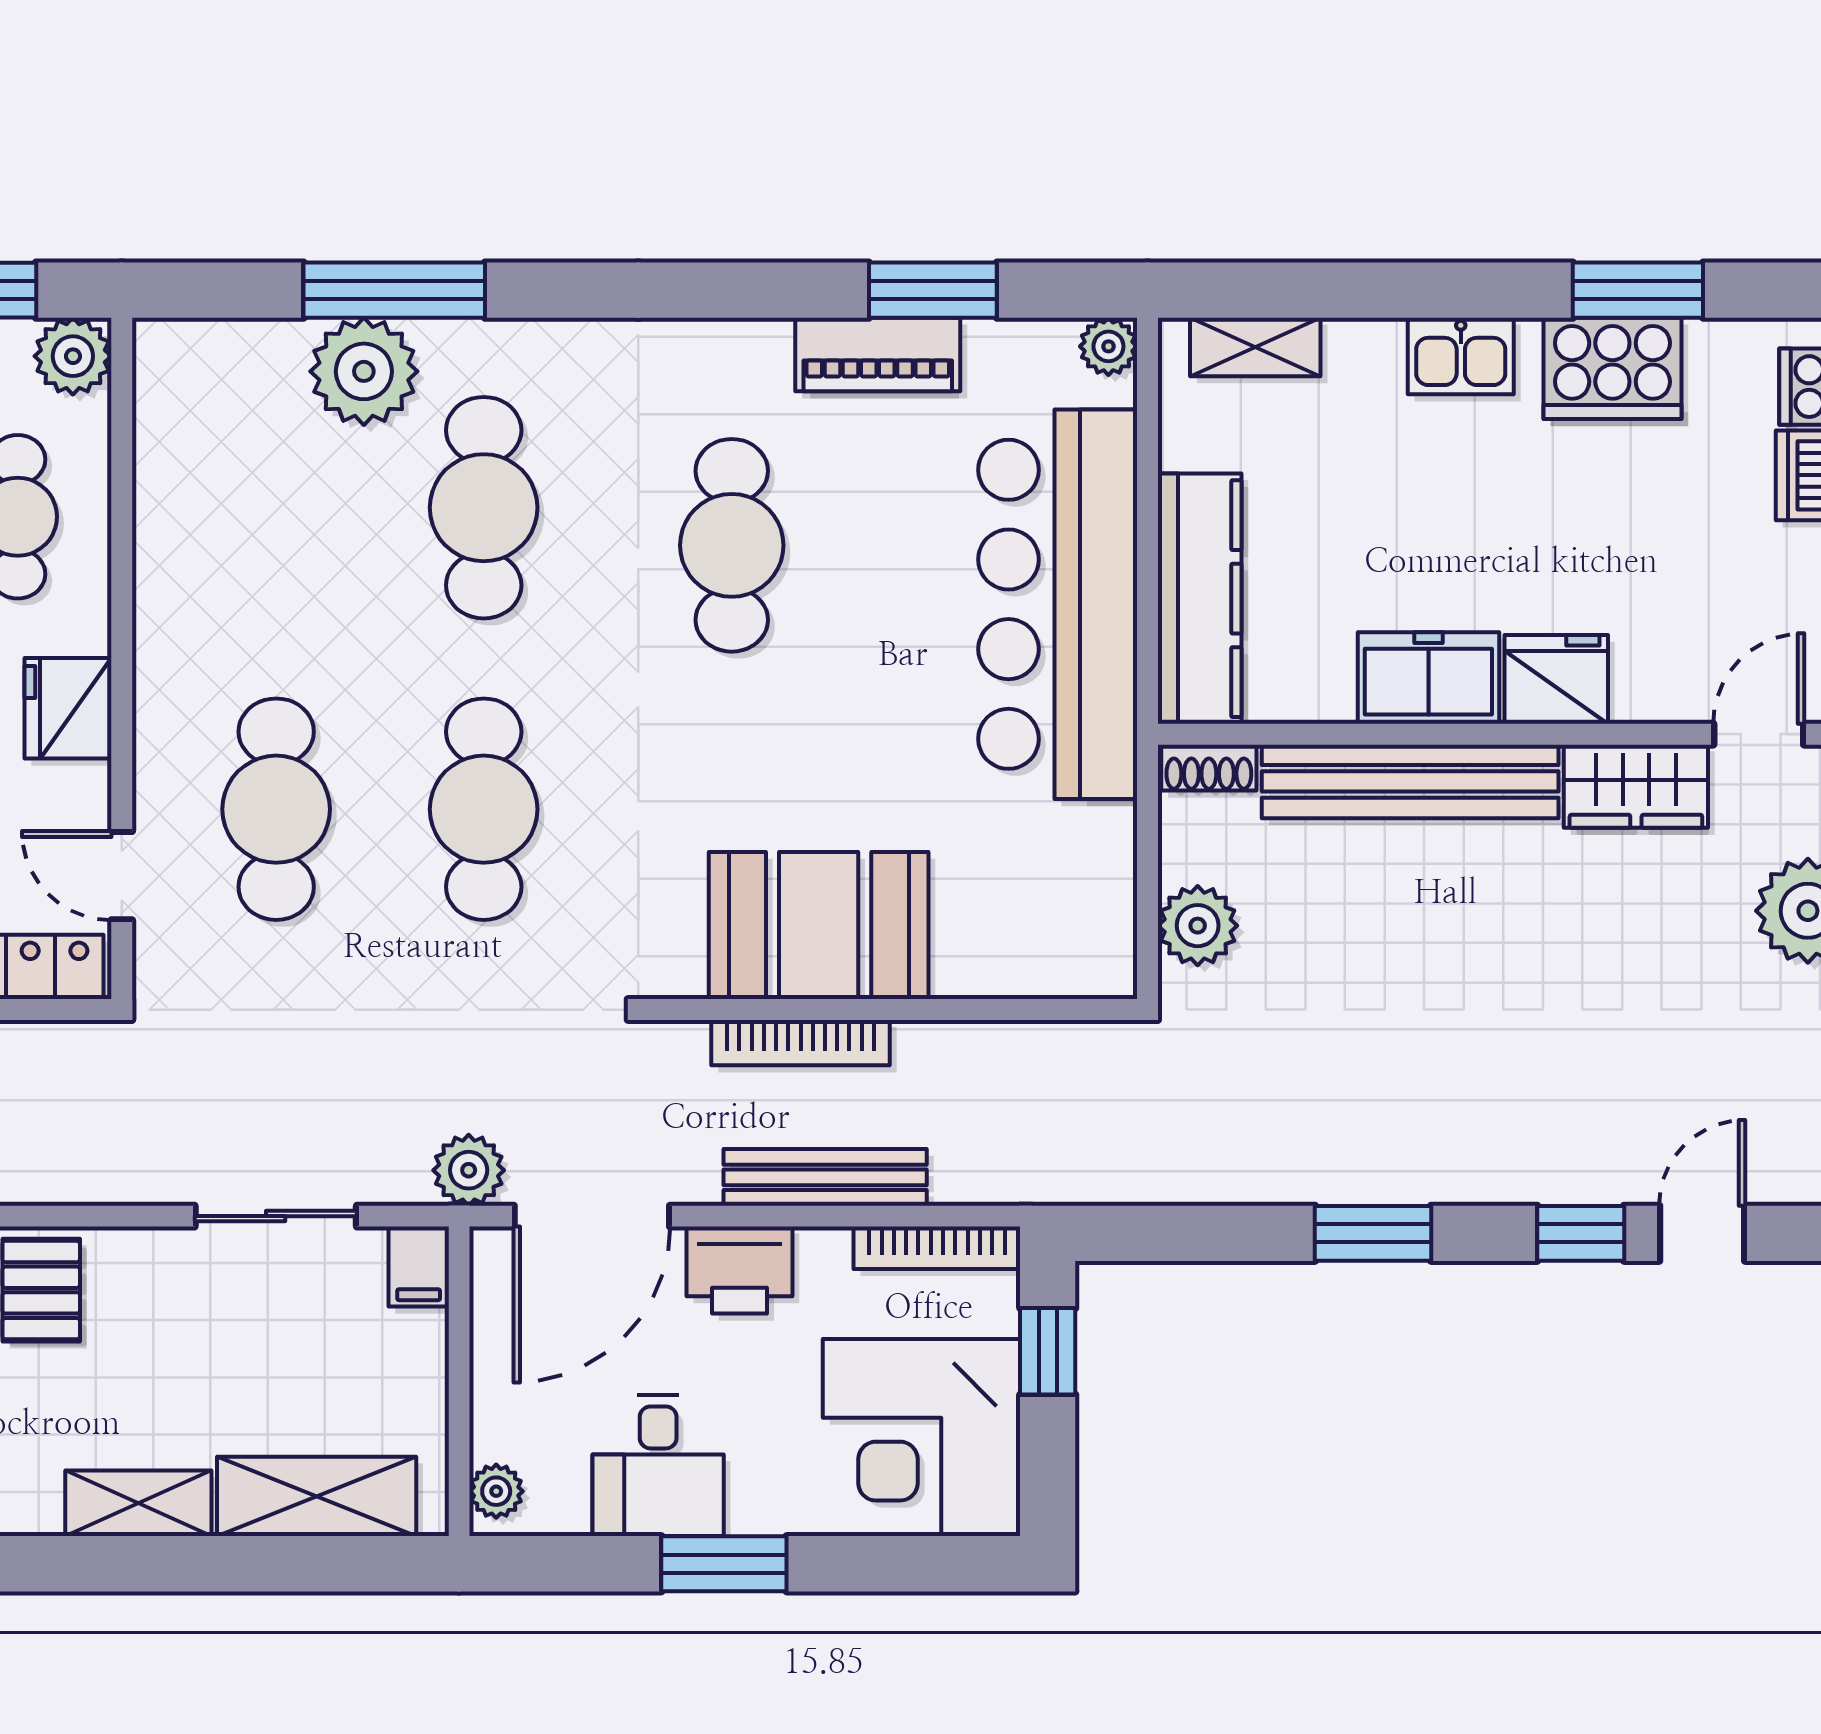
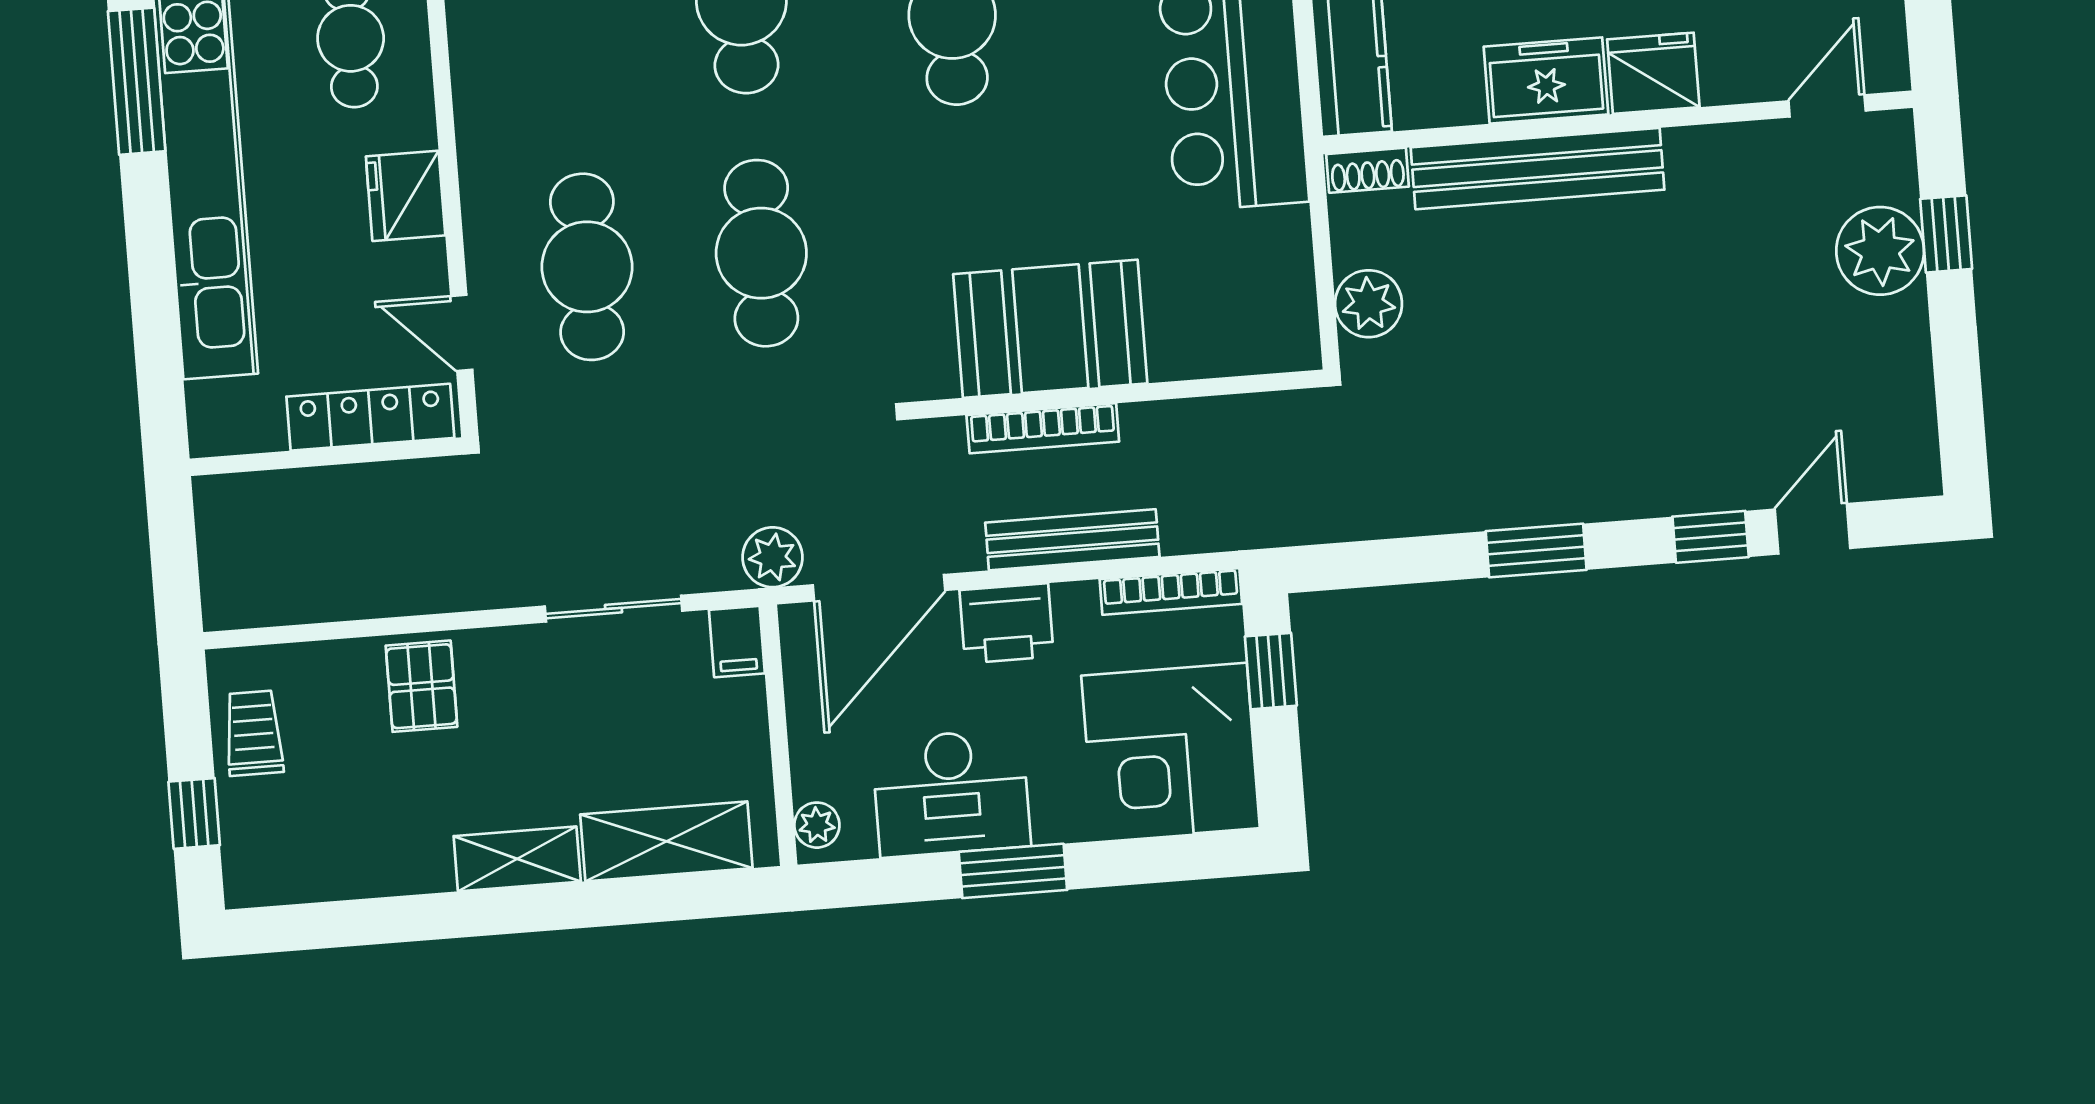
wardrobe: (1636, 786) -> (1727, 158), removed
desk: (658, 1466) -> (951, 793), width x1.37

